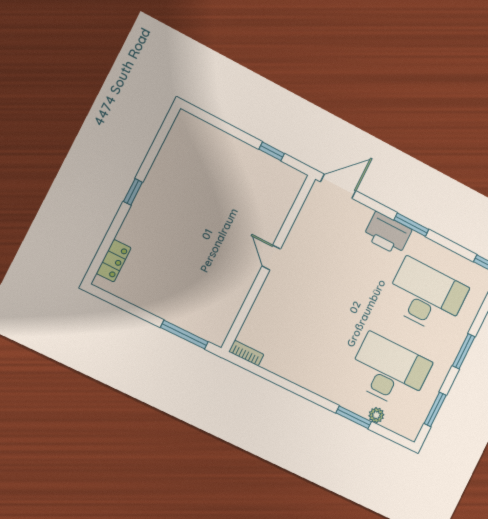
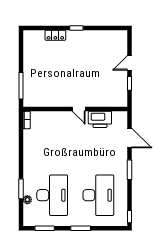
door: (237, 133) -> (130, 63), added
door: (338, 186) -> (130, 138), moved
printer: (388, 233) -> (100, 119), moved, turned -90
door: (271, 258) -> (79, 109), swing flipped
locker: (114, 261) -> (55, 35), moved

